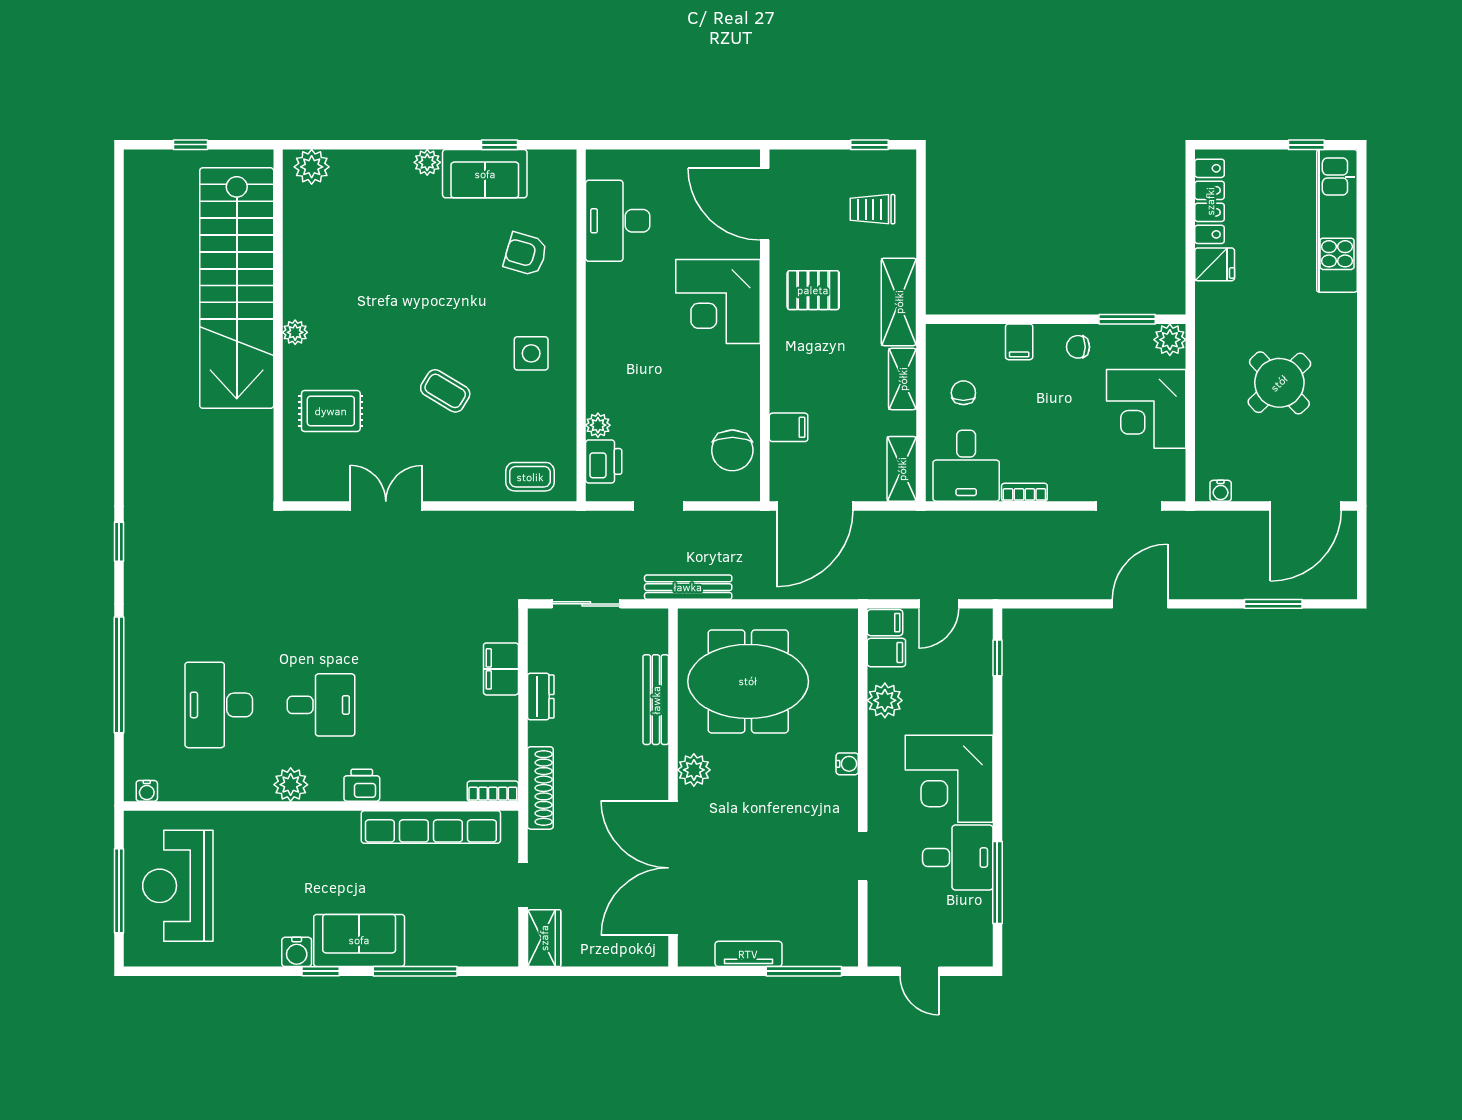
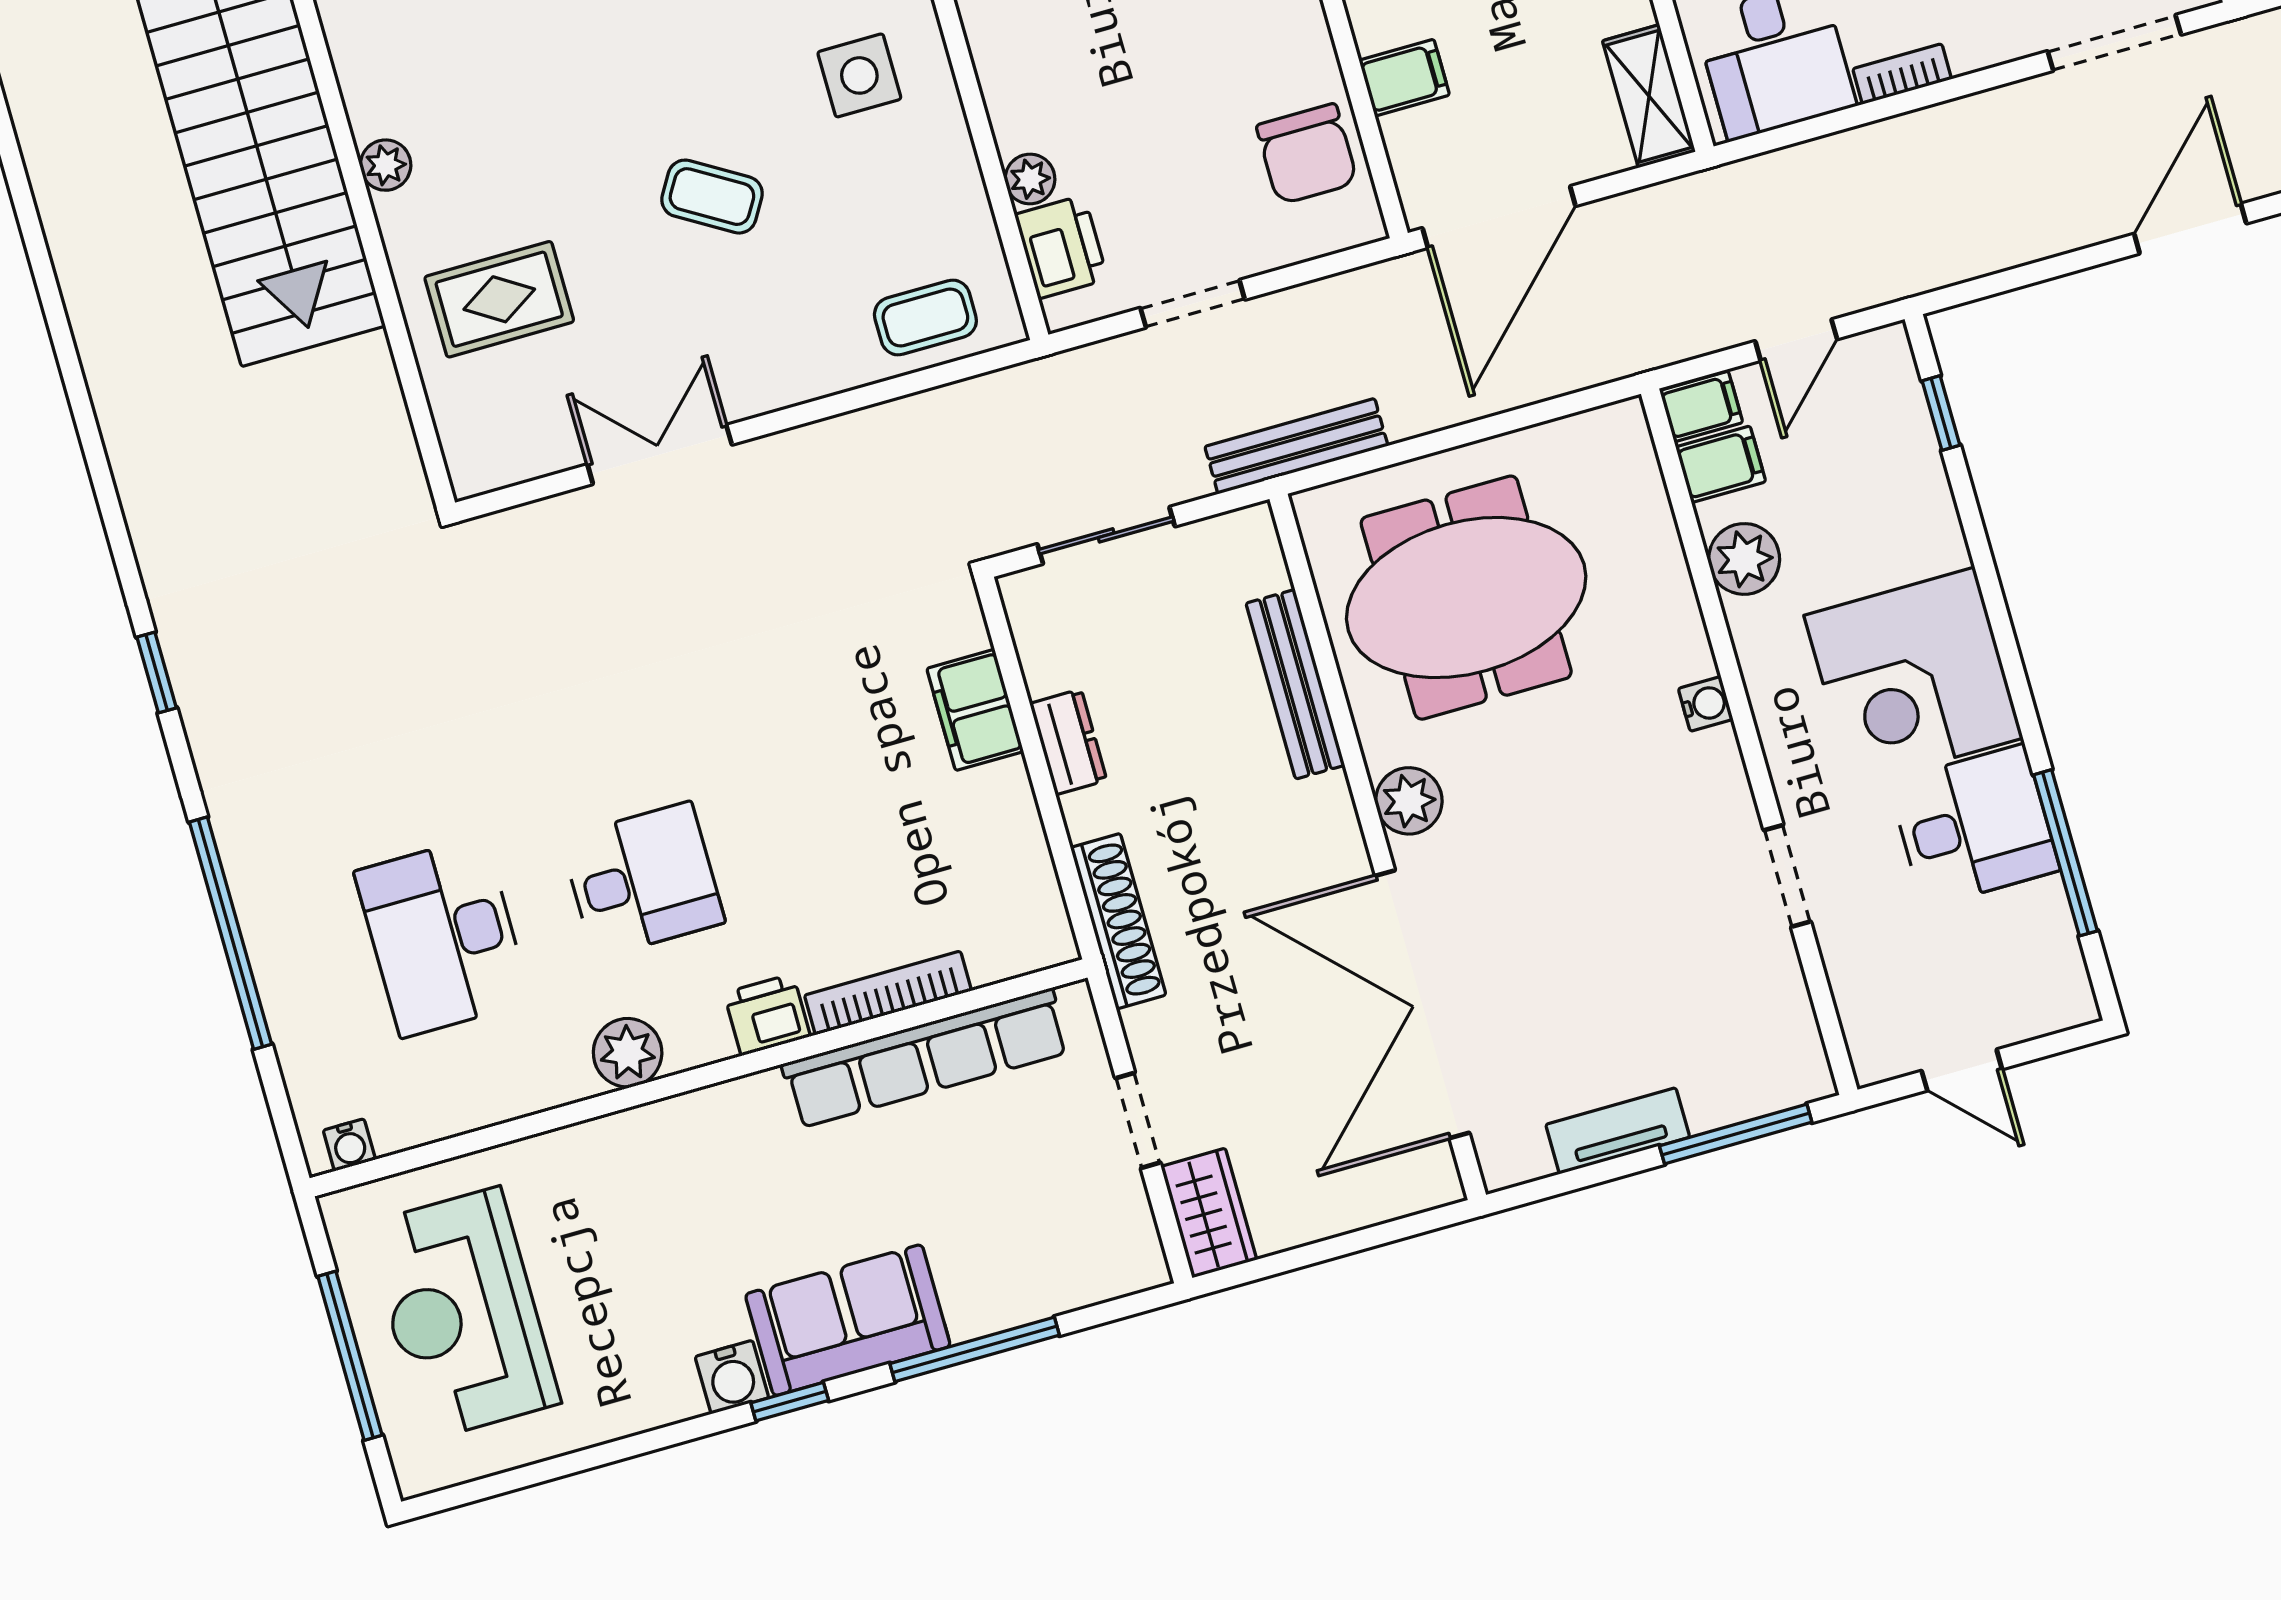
bookcase: (493, 791) -> (888, 993), moved, width x1.56

